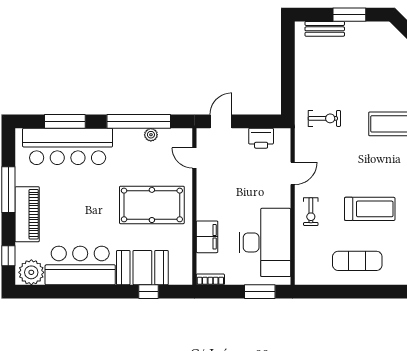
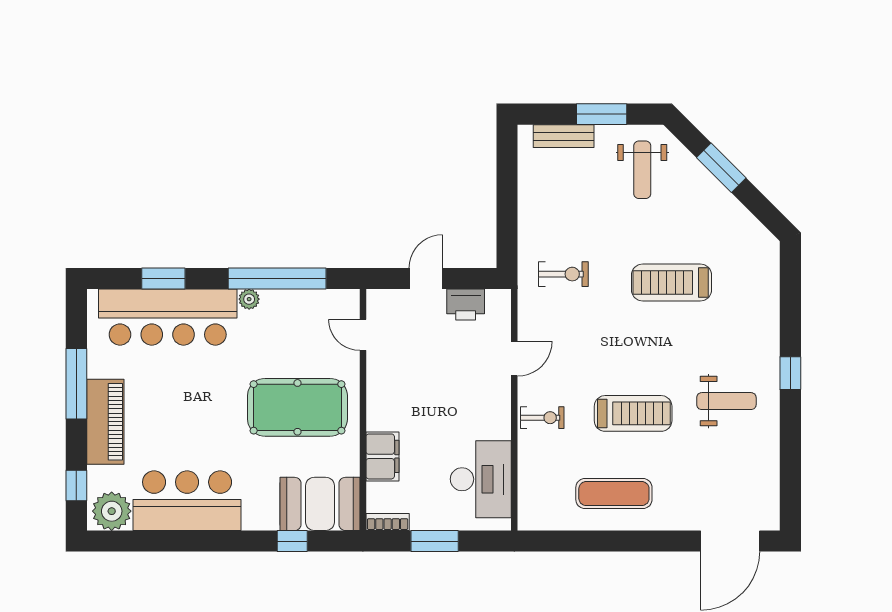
weight bench: (376, 51) -> (642, 170), added
window: (65, 121) -> (163, 278), width x0.69
door: (221, 121) -> (426, 278), moved
plant: (151, 135) -> (249, 299), moved
exercise bike: (311, 212) -> (542, 418), turned -90
desk: (265, 242) -> (481, 479), width x0.73, depth x0.77
booth: (142, 268) -> (320, 504), moved
window: (260, 292) -> (435, 541), moved

